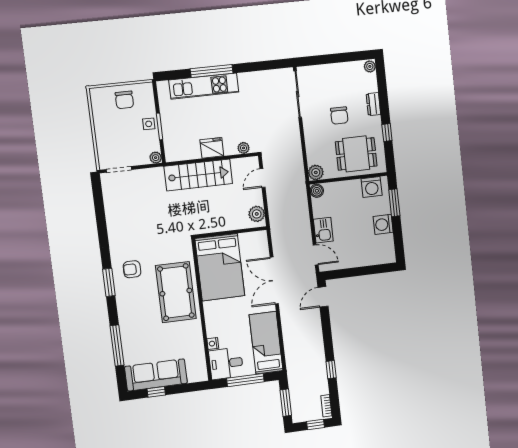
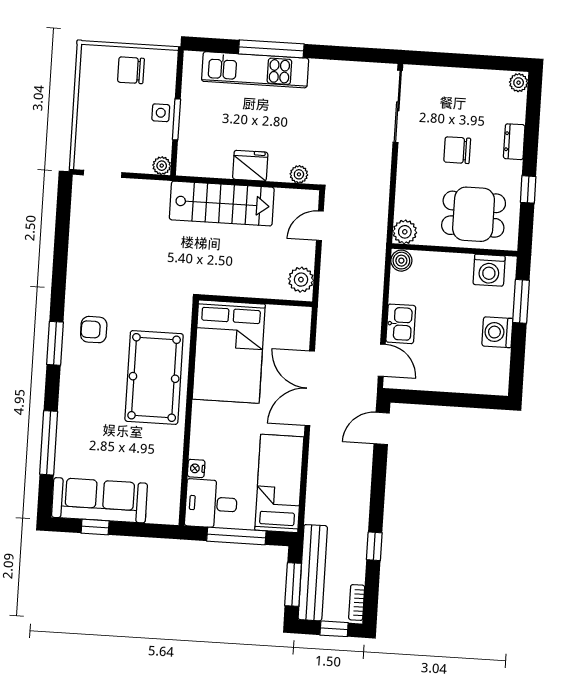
chair: (124, 100) -> (131, 70), turned 90
chair: (339, 115) -> (457, 150), turned 90
bench: (296, 393) -> (313, 573), added

